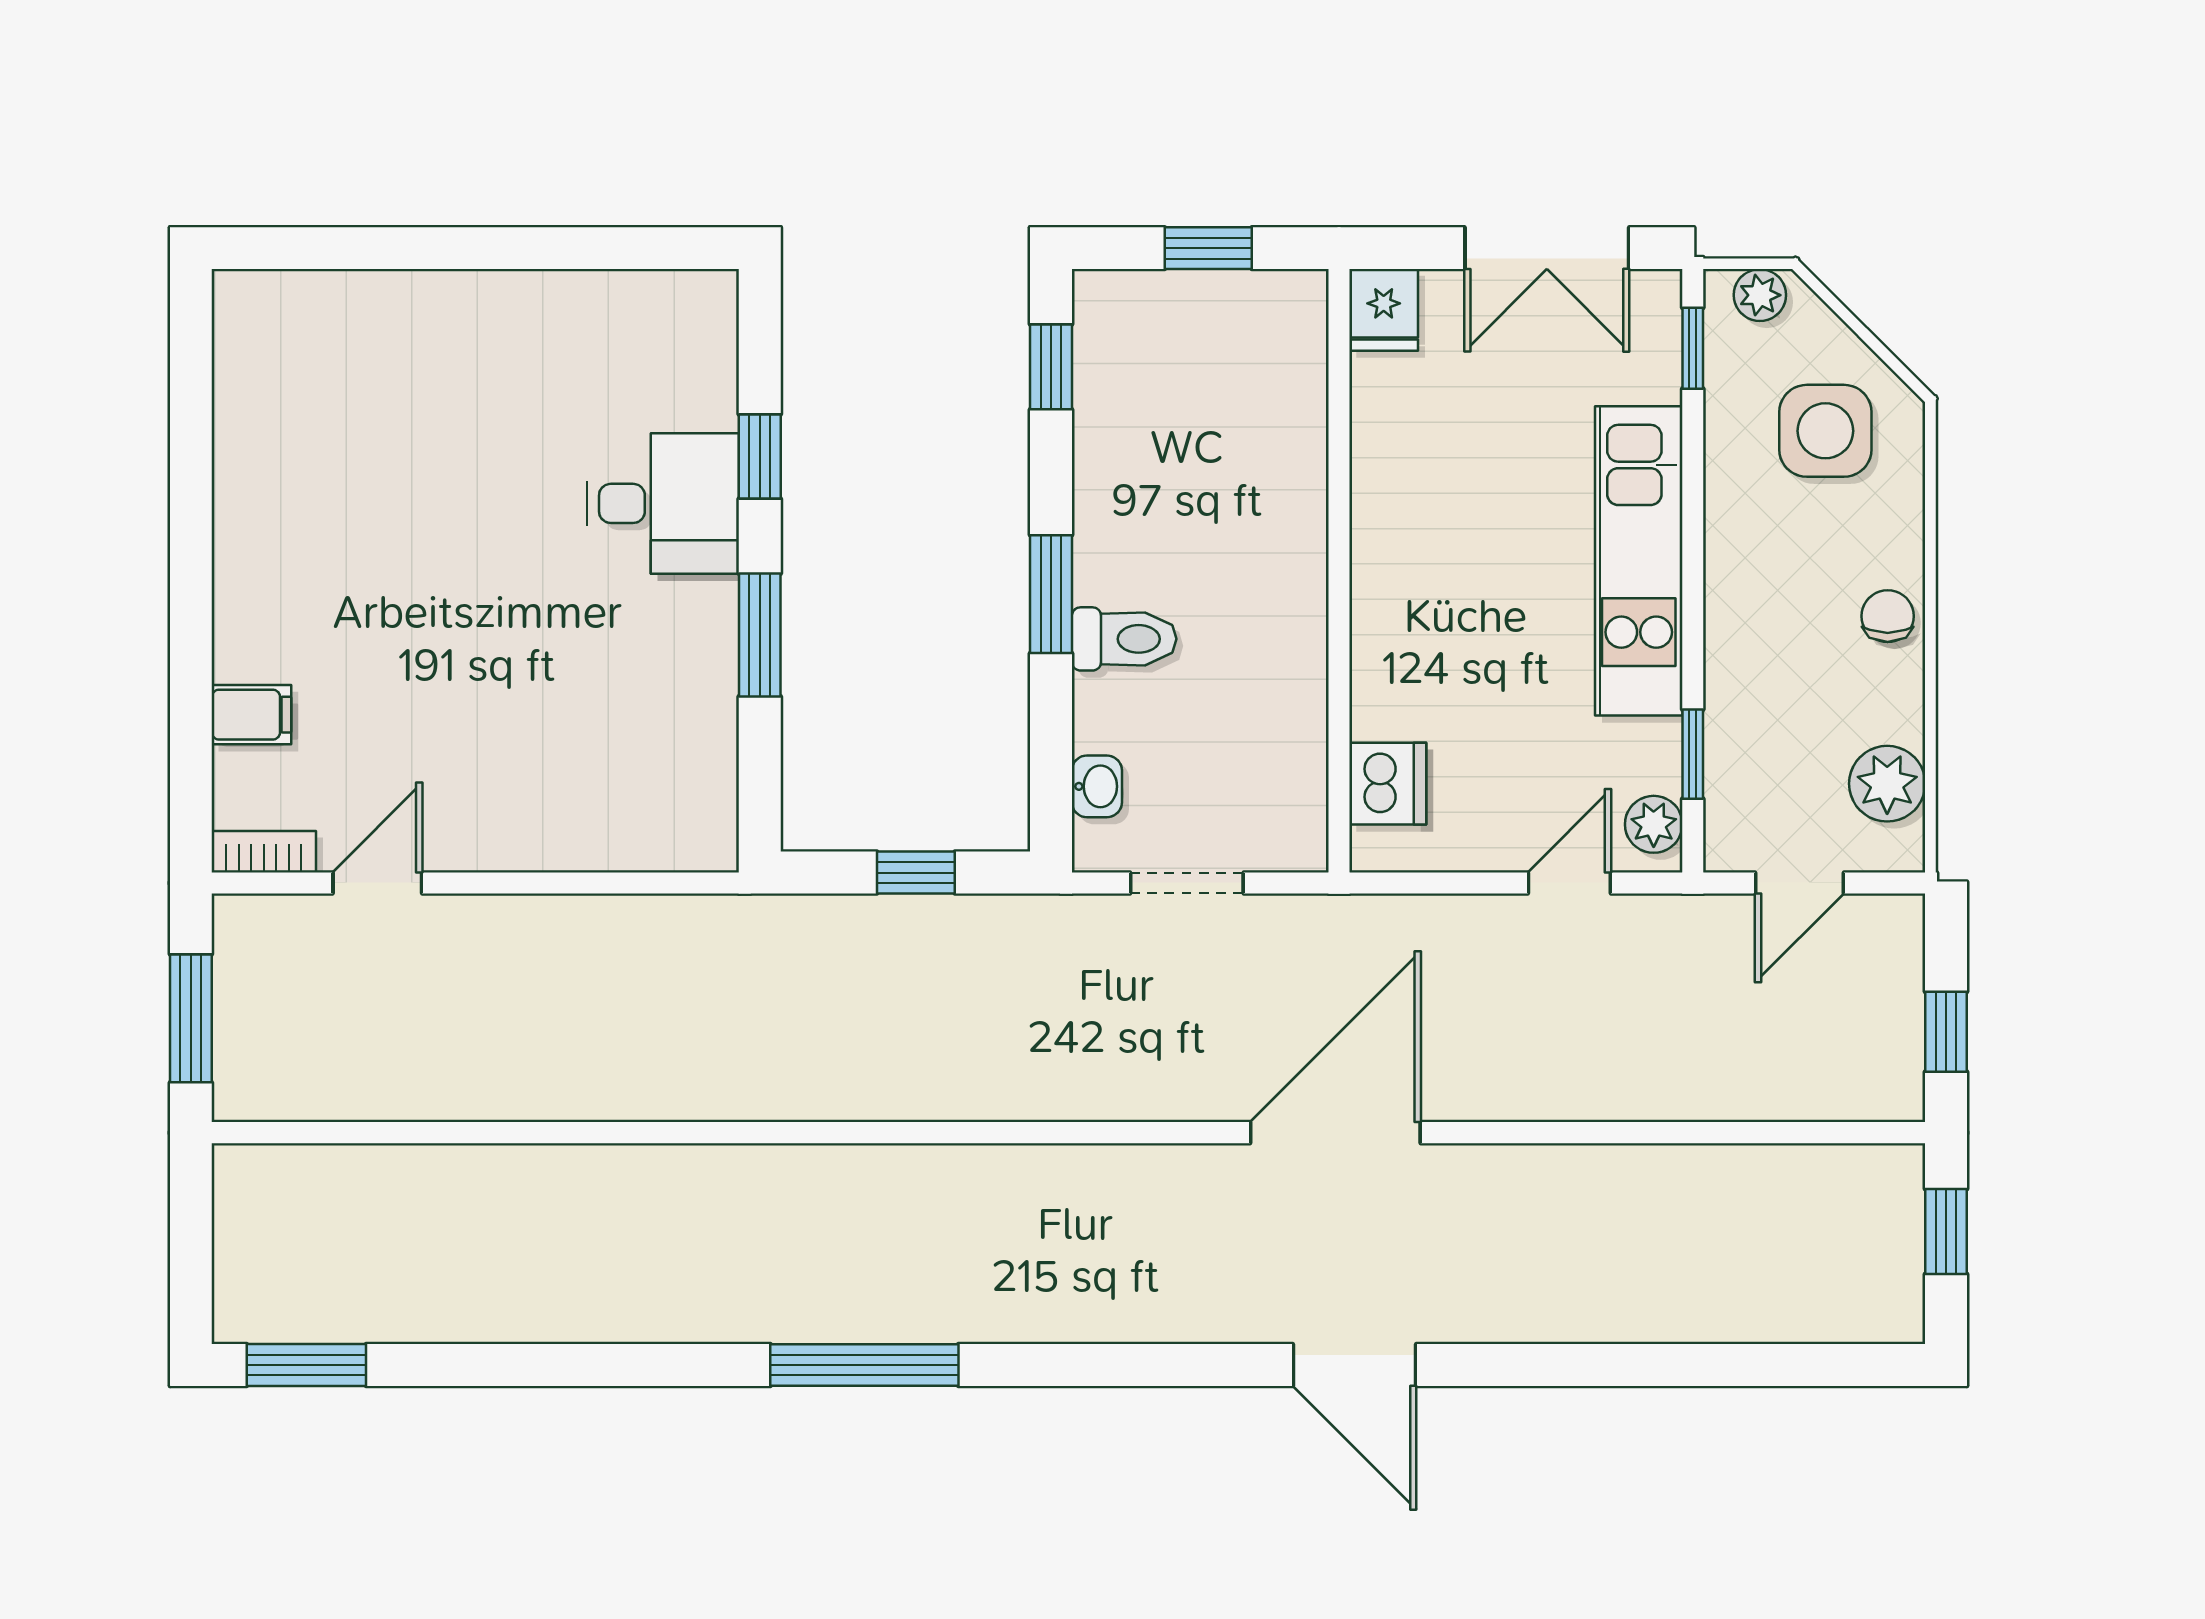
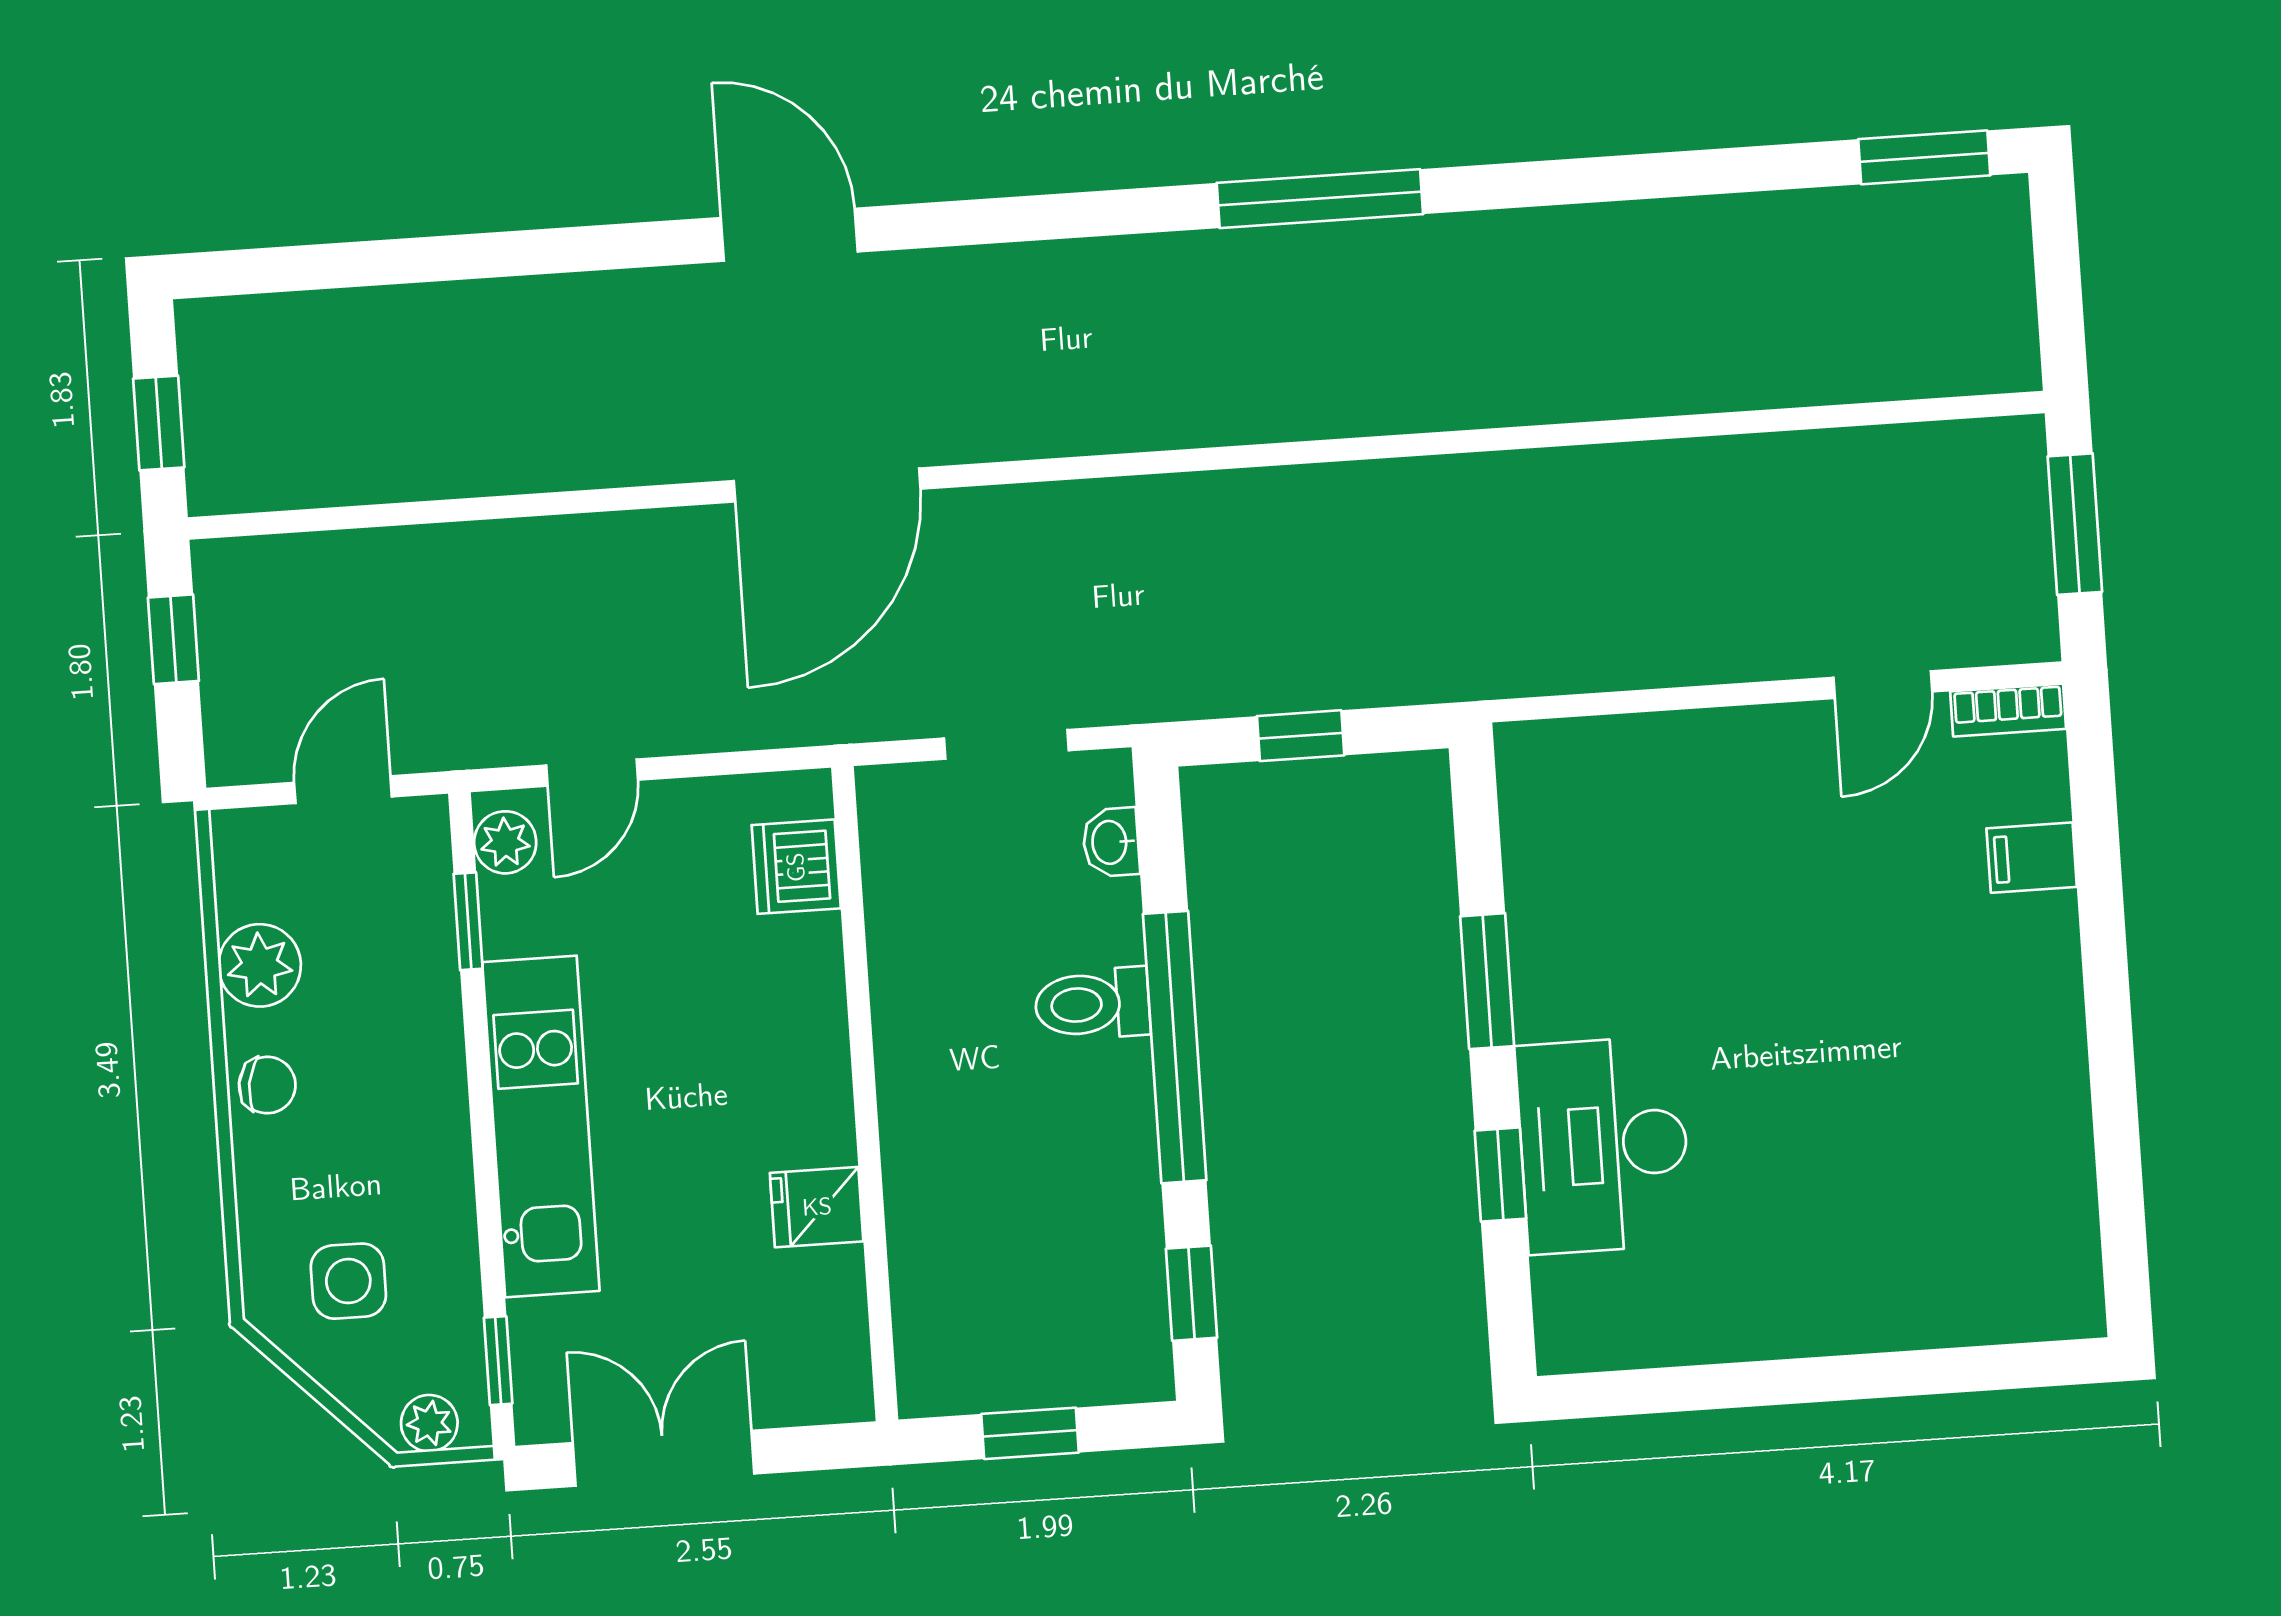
fridge: (1384, 310) -> (817, 1207), moved, turned -90
side table: (1825, 431) -> (348, 1281), width x0.73, depth x0.73
desk: (663, 503) -> (1604, 1145), width x1.37
window: (1051, 594) -> (1175, 1047), width x2.11
chair: (1888, 616) -> (267, 1085), turned -81
plant: (1887, 784) -> (260, 965), moved

